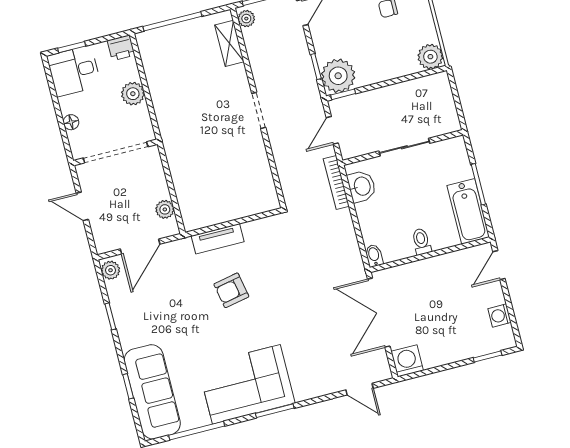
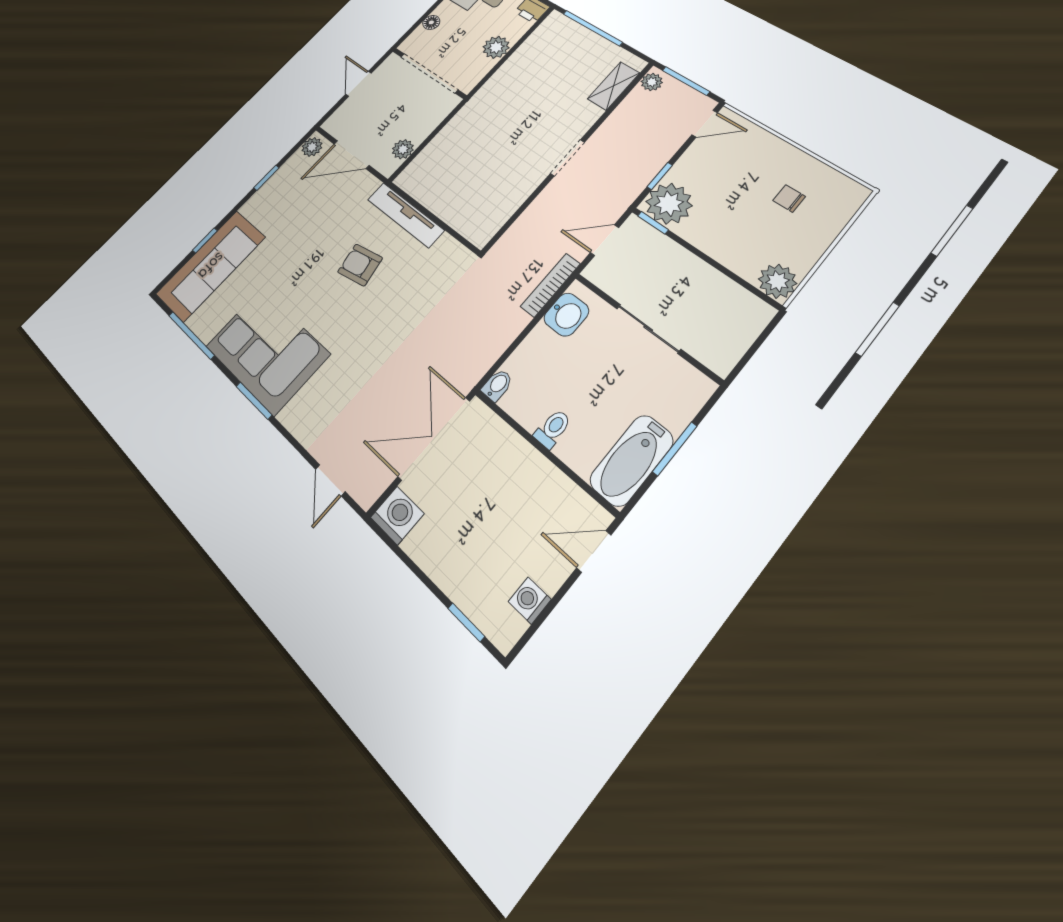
tv unit: (218, 239) -> (406, 215), width x1.41

